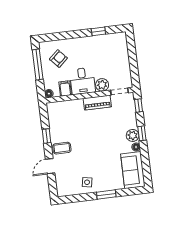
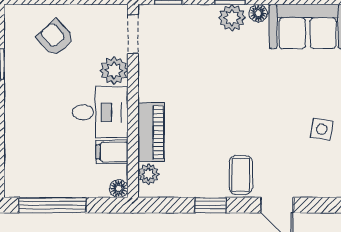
armchair: (58, 59) -> (55, 38), moved
piano: (97, 103) -> (151, 132), moved
plant: (57, 106) -> (148, 174), added

